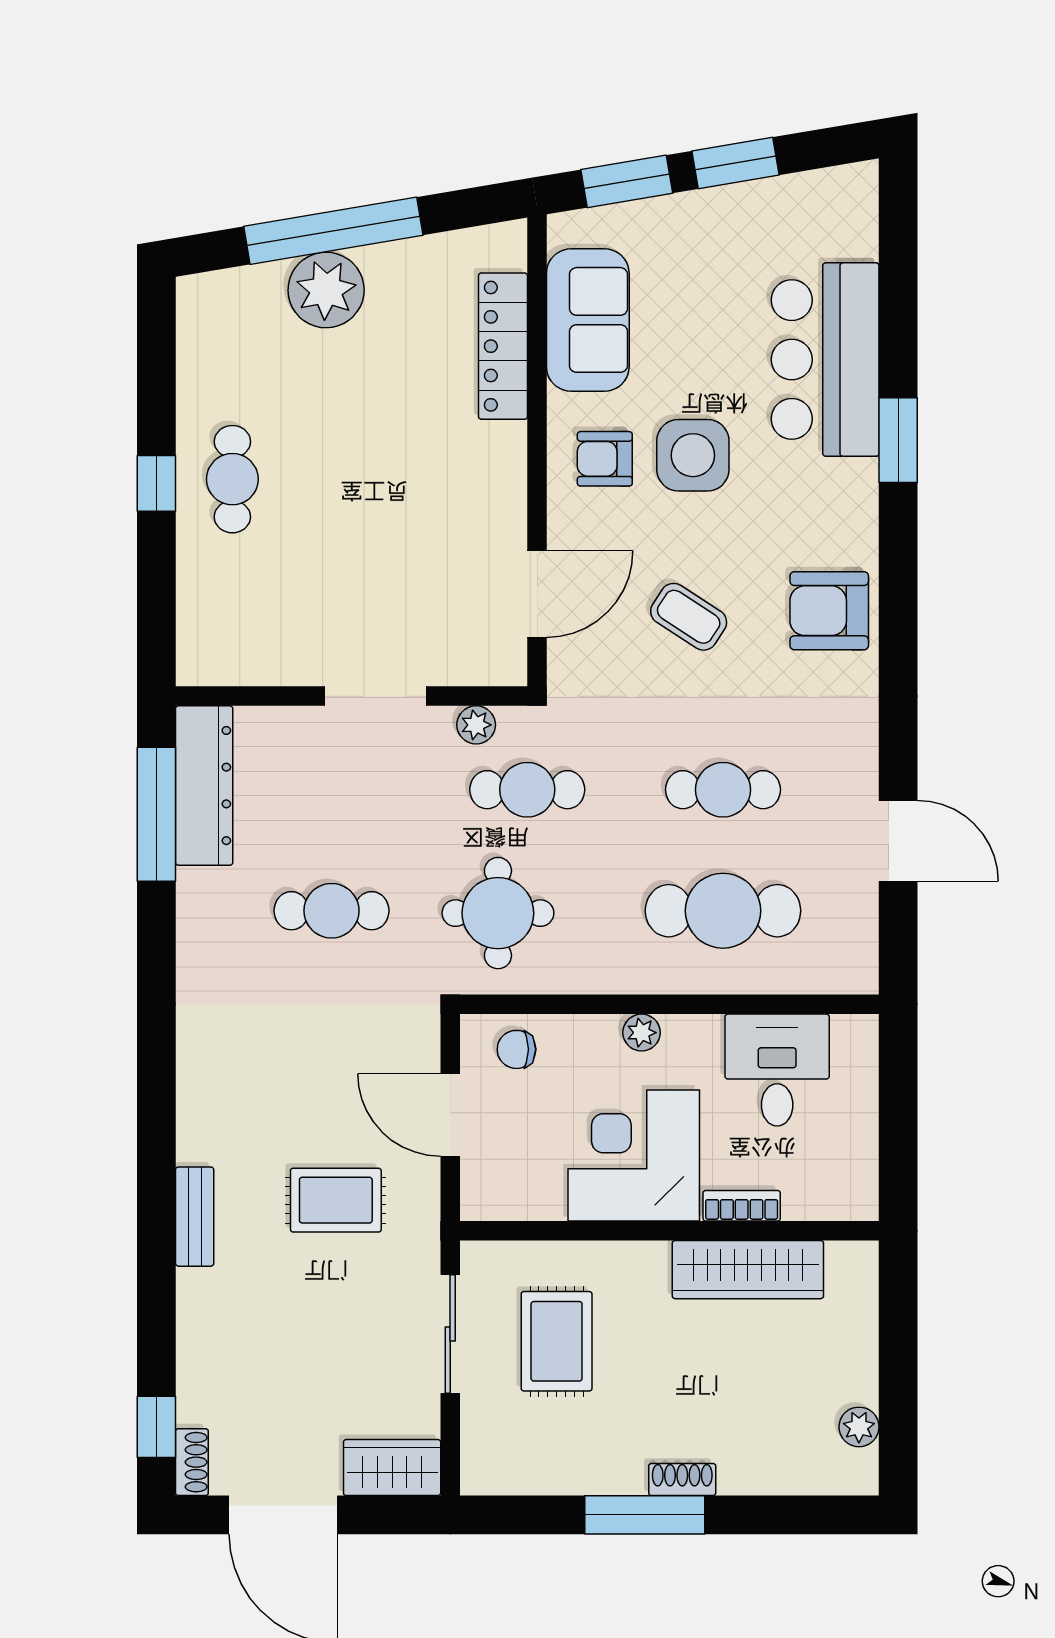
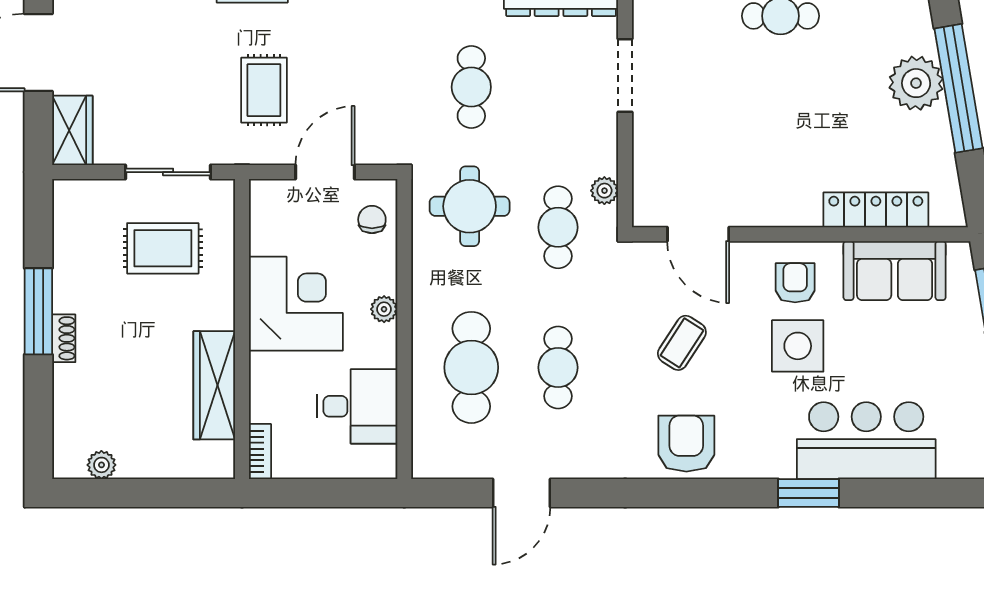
doorway: (375, 696) -> (625, 76), moved
bookcase: (742, 1206) -> (260, 452), moved

